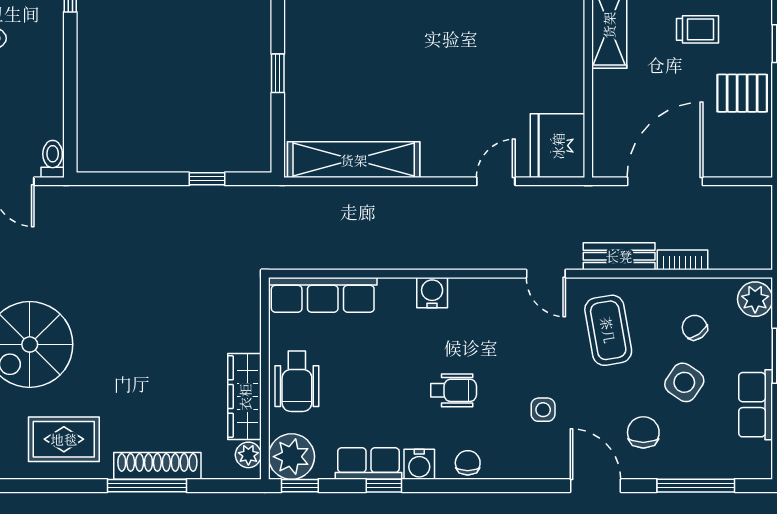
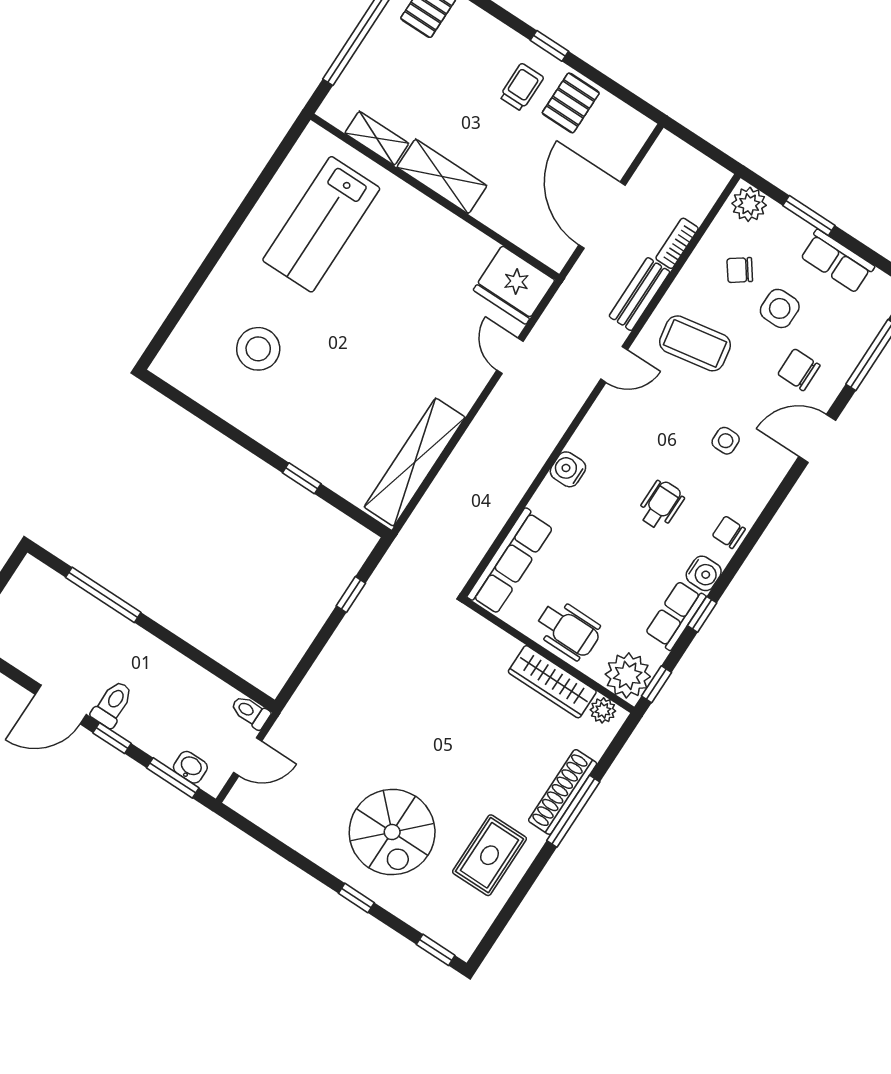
trolley: (697, 29) -> (521, 87), moved
side table: (684, 382) -> (780, 308), turned -34

